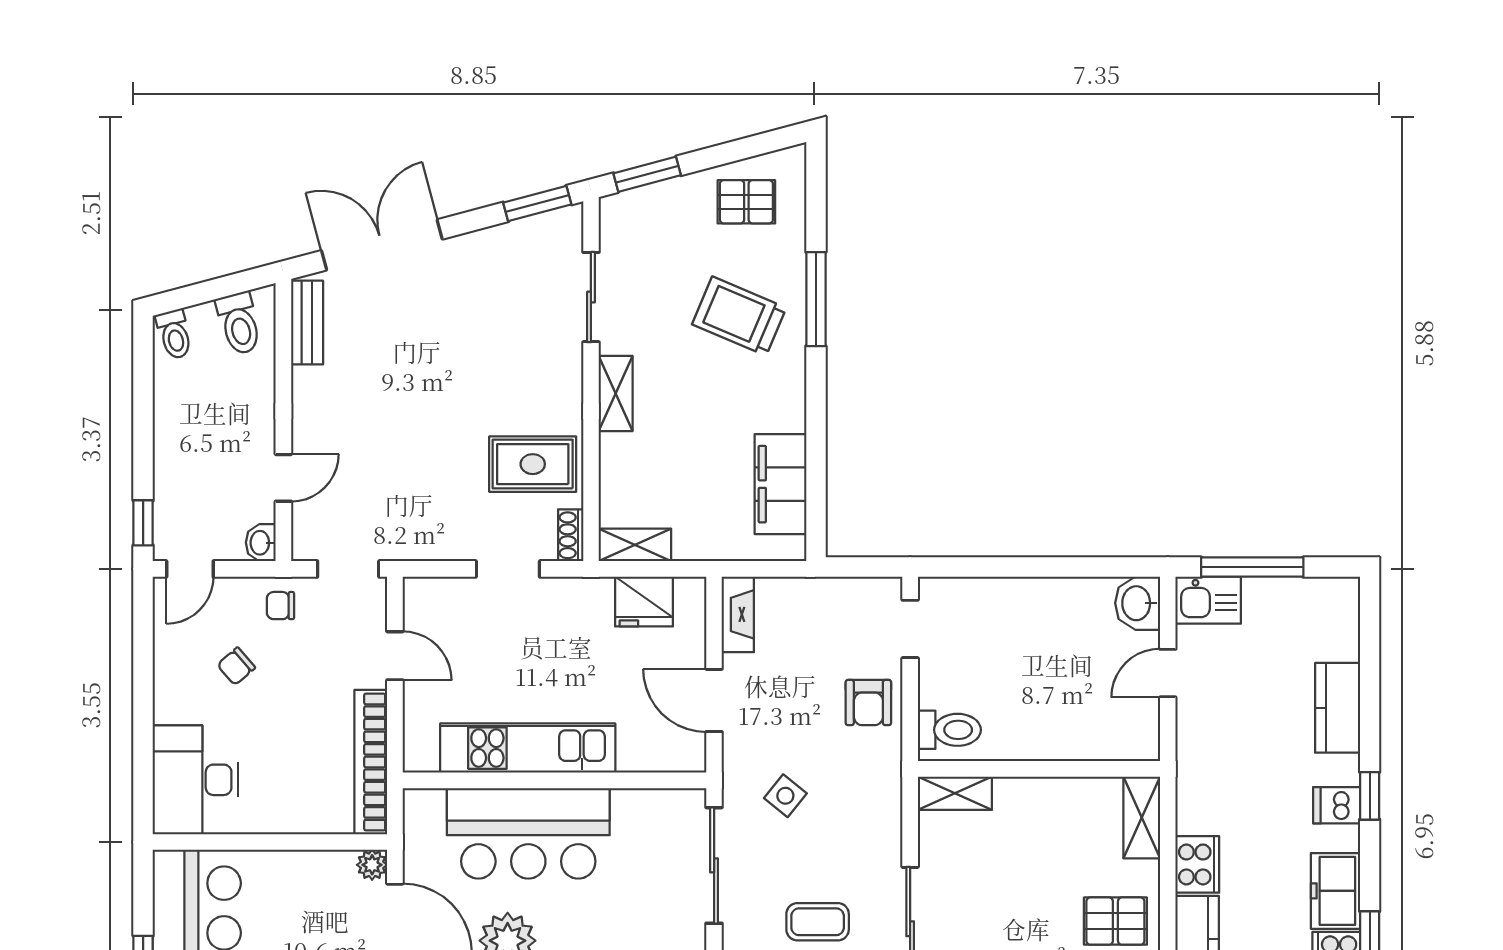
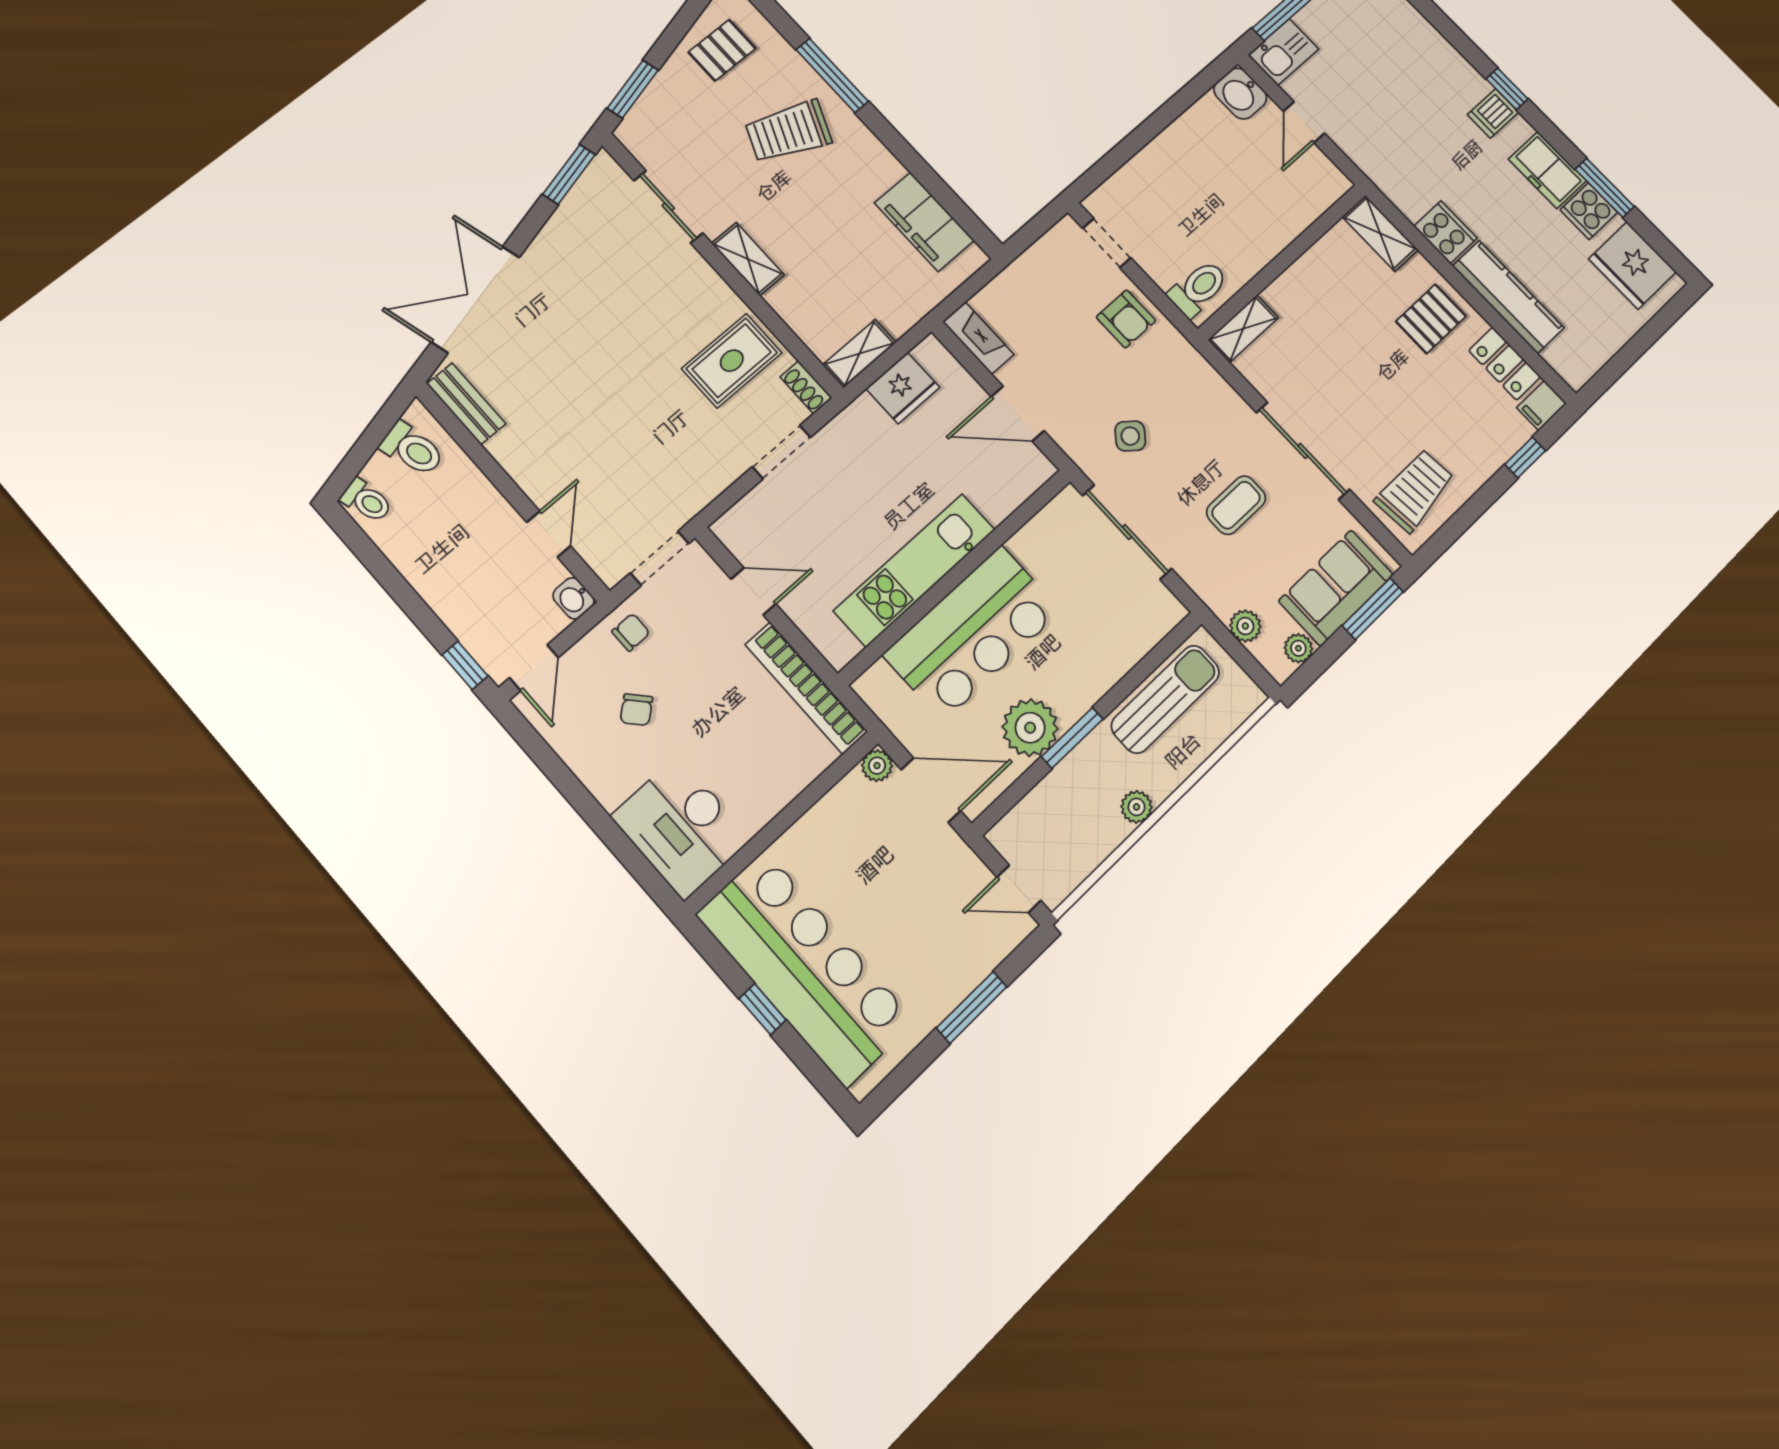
chair: (280, 606) -> (631, 632), turned 180
kitchen counter: (1338, 708) -> (1432, 50), removed

